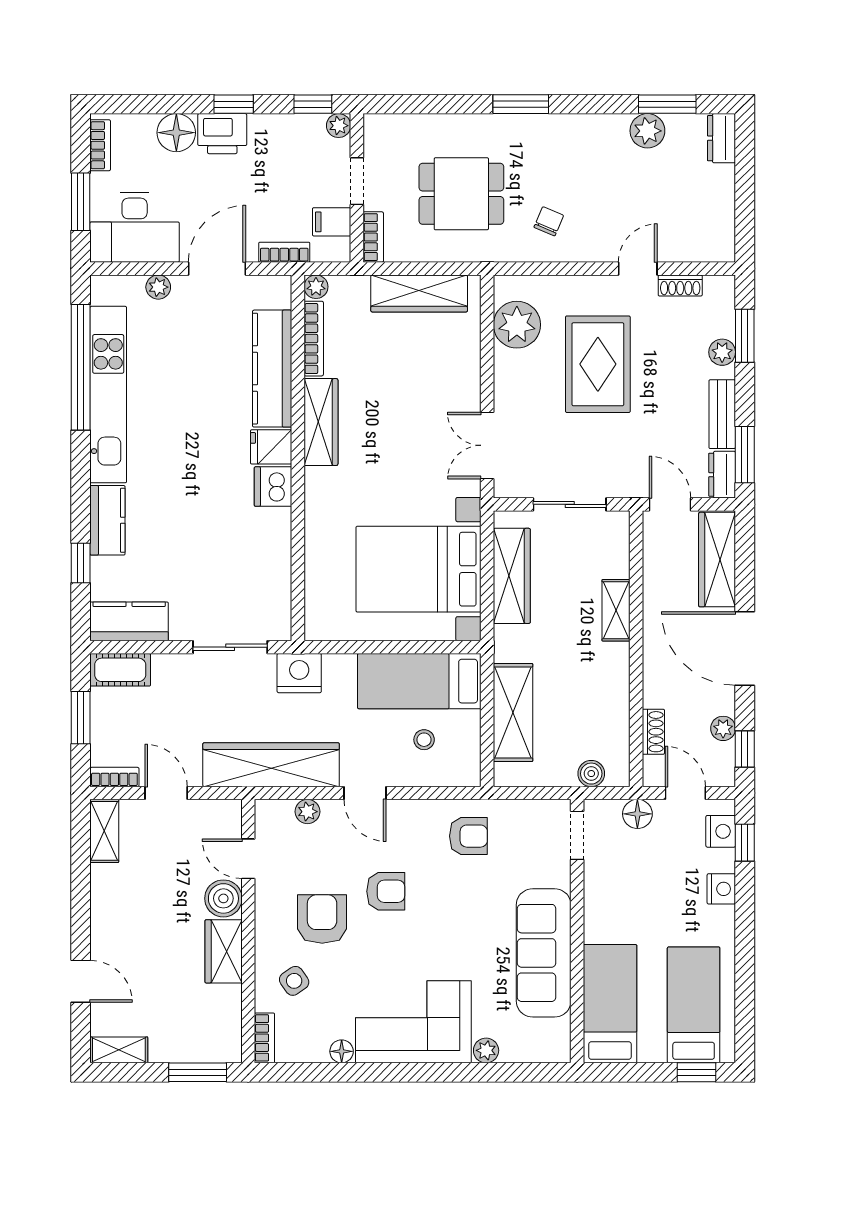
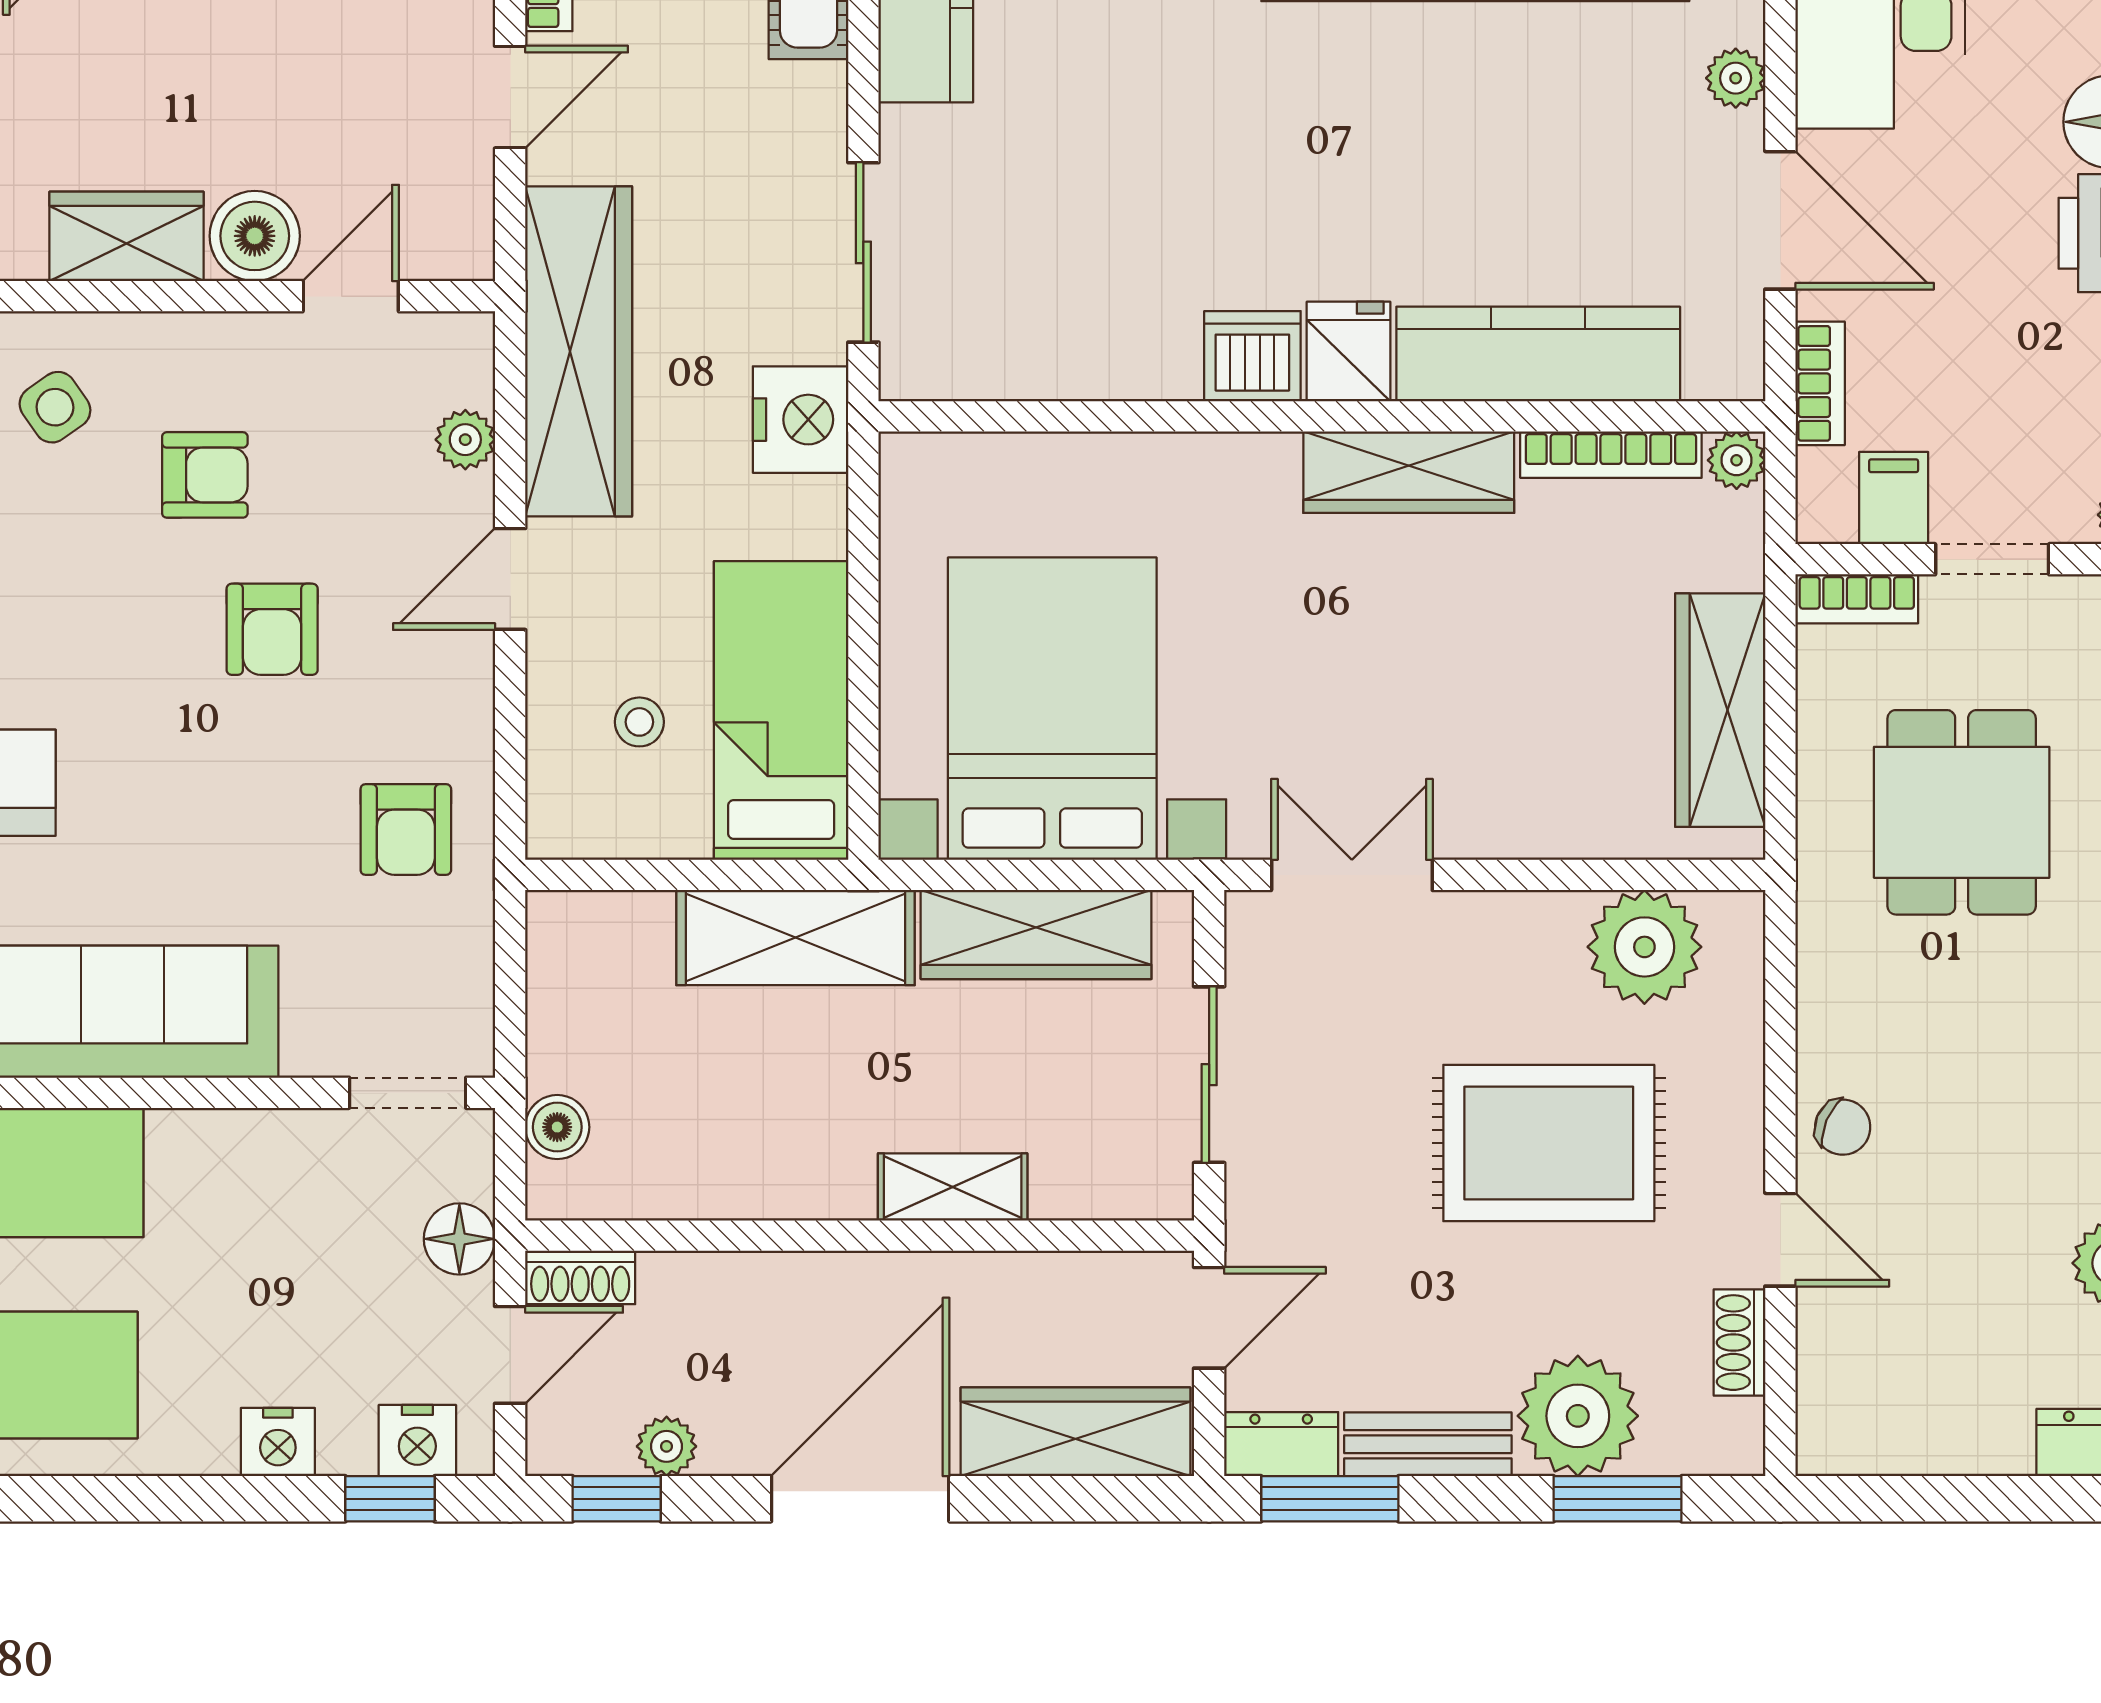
chair: (549, 221) -> (1843, 1127), moved
plant: (722, 352) -> (1578, 1416), width x1.88, depth x1.88
shelving: (513, 712) -> (795, 938), moved
shoe rack: (653, 732) -> (580, 1277), moved
armchair: (322, 919) -> (205, 475), width x0.72, depth x0.72

